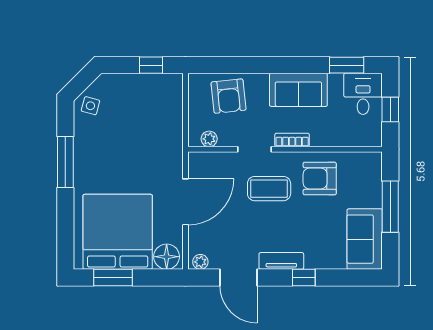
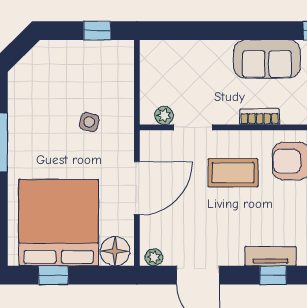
armchair: (229, 96) -> (186, 66), removed
side table: (90, 106) -> (89, 122), moved
doorway: (255, 149) -> (193, 127), moved
tv unit: (281, 261) -> (271, 256), moved
window: (113, 277) -> (53, 275), width x0.67

